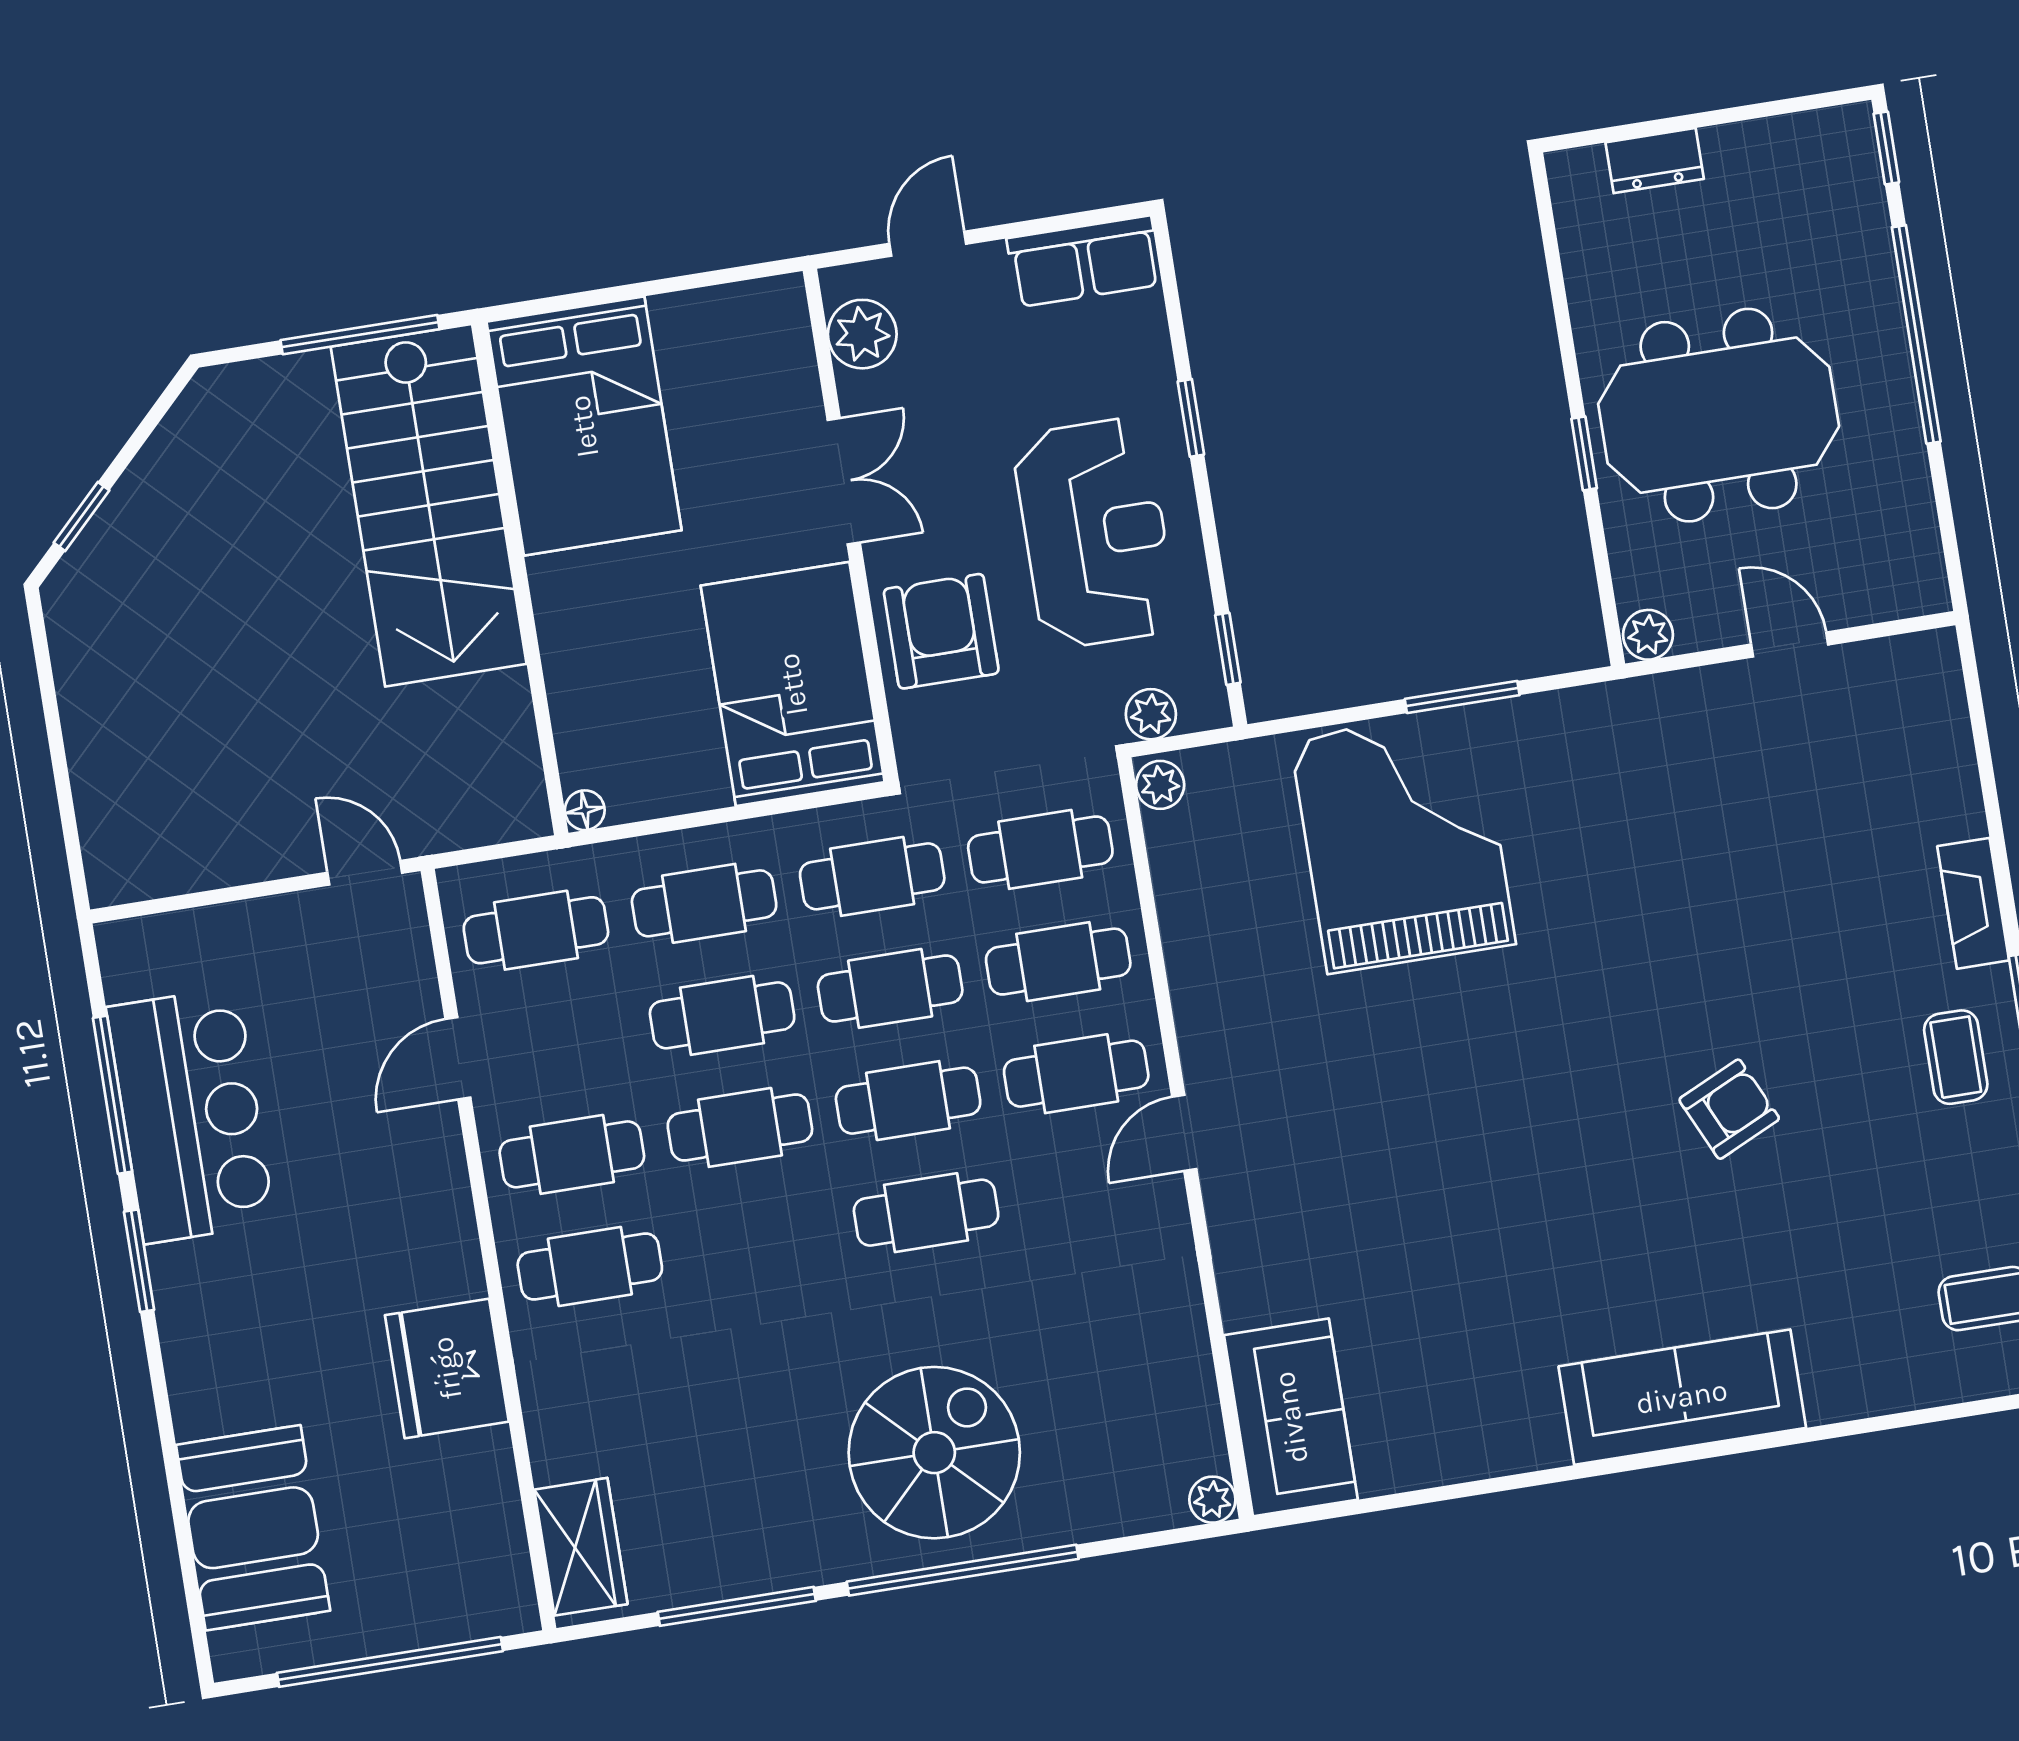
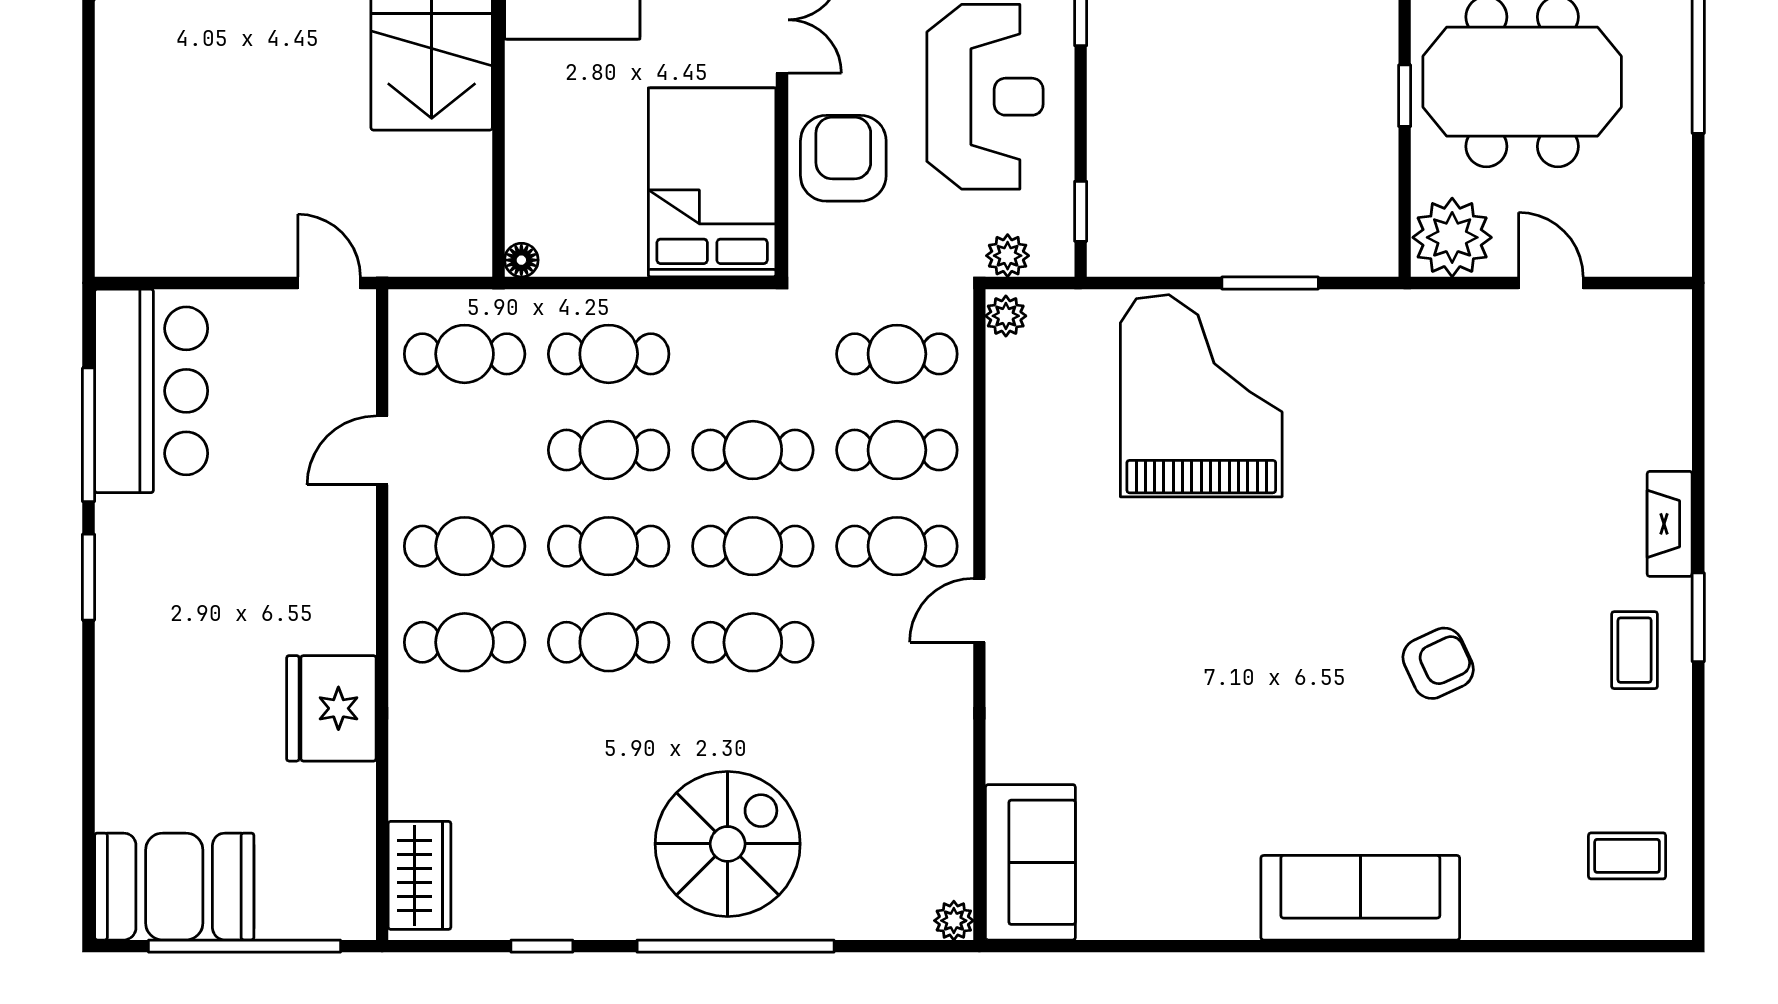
plant: (1648, 635) -> (1452, 237), width x1.88, depth x1.88
cafe table: (872, 876) -> (609, 642), moved
bar counter: (191, 1115) -> (151, 391), moved
booth: (253, 1528) -> (174, 887), moved, turned 90
window: (737, 1606) -> (542, 946), width x0.46

